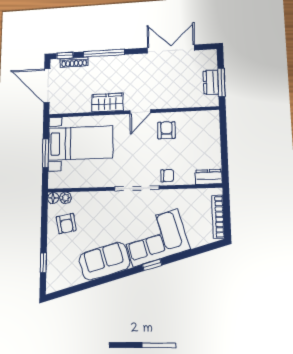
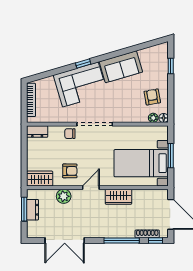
plant: (173, 100) -> (64, 196), added
wardrobe: (203, 120) -> (40, 178), added
armchair: (166, 130) -> (70, 171), turned -90

